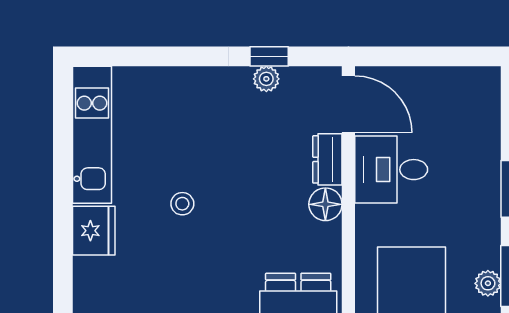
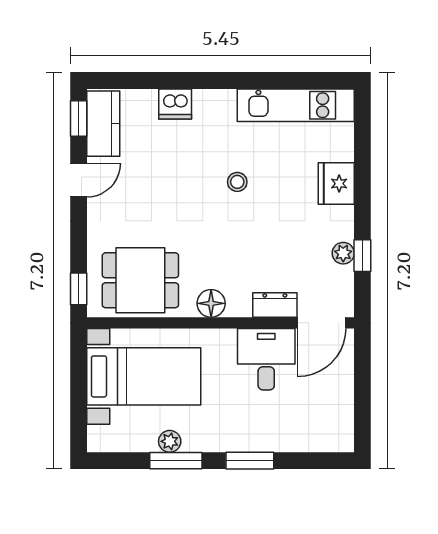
floor lamp: (325, 204) -> (211, 303), moved
fridge: (94, 231) -> (336, 184), moved, turned 90
dishwasher: (91, 277) -> (175, 104), added

